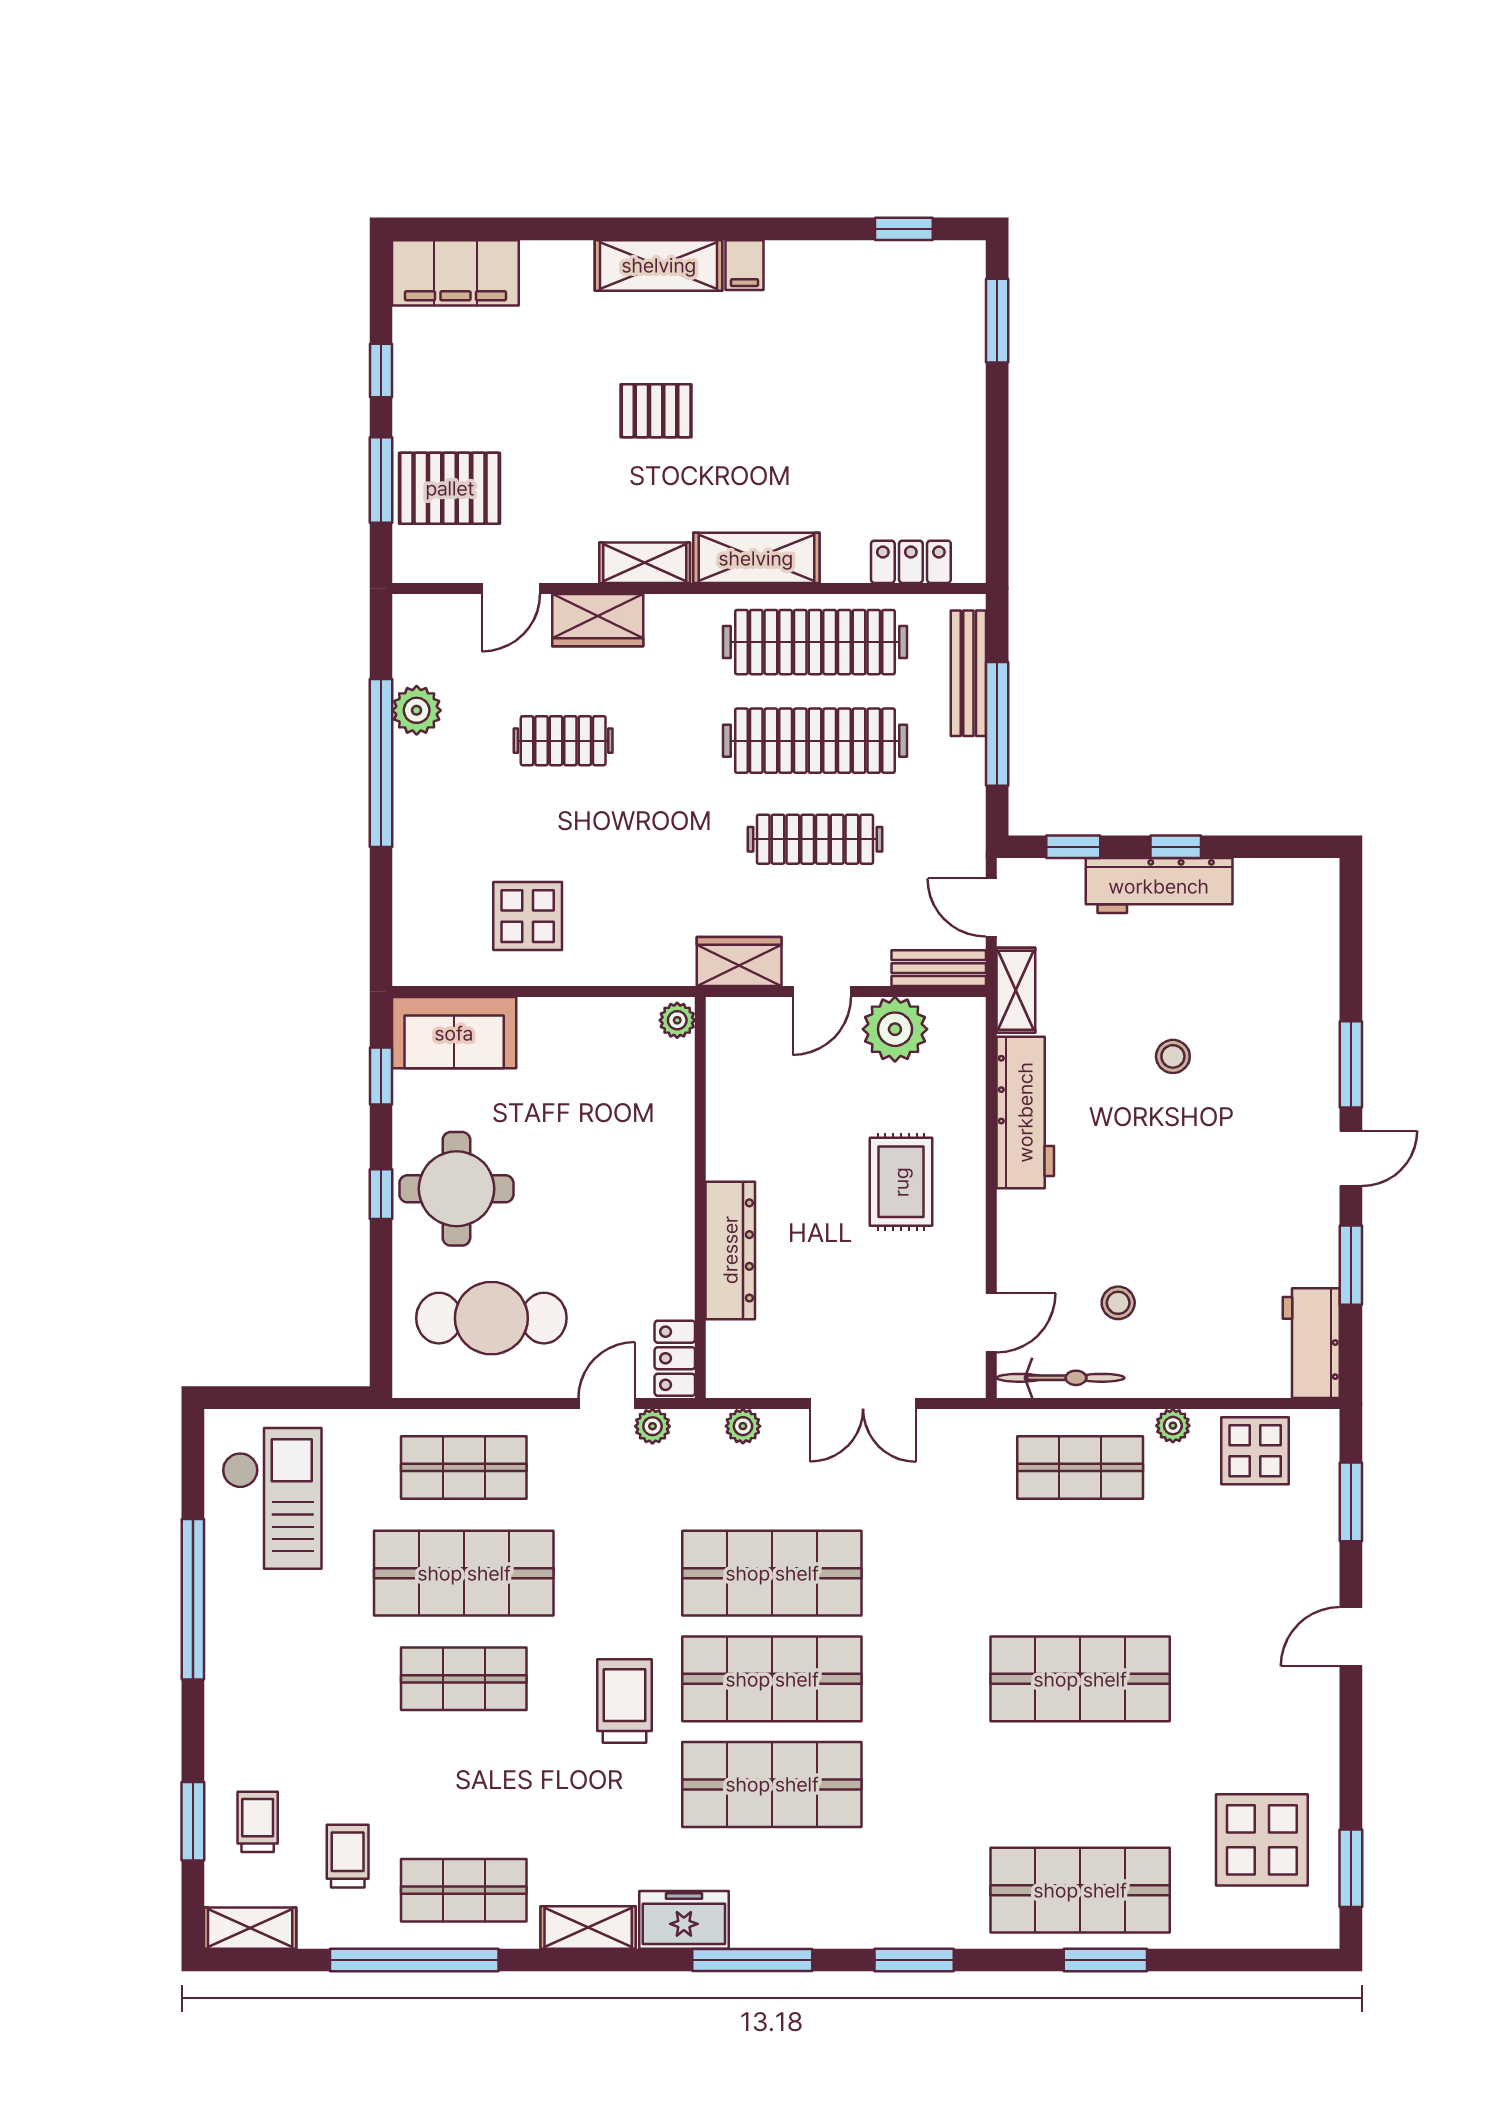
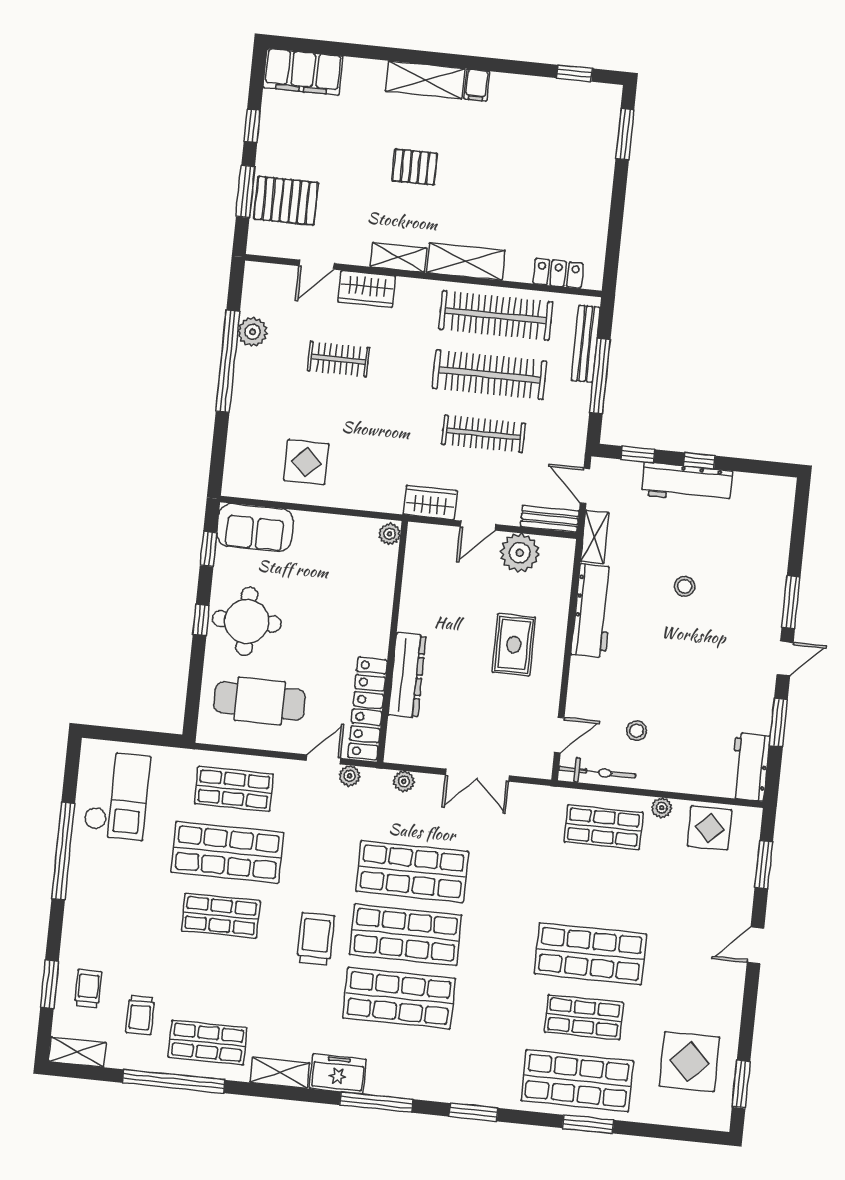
locker: (675, 1358) -> (368, 709), width x2.16, depth x1.21
shop shelf: (1080, 1784) -> (584, 1017), added
trolley: (348, 1856) -> (140, 1015), turned 180

